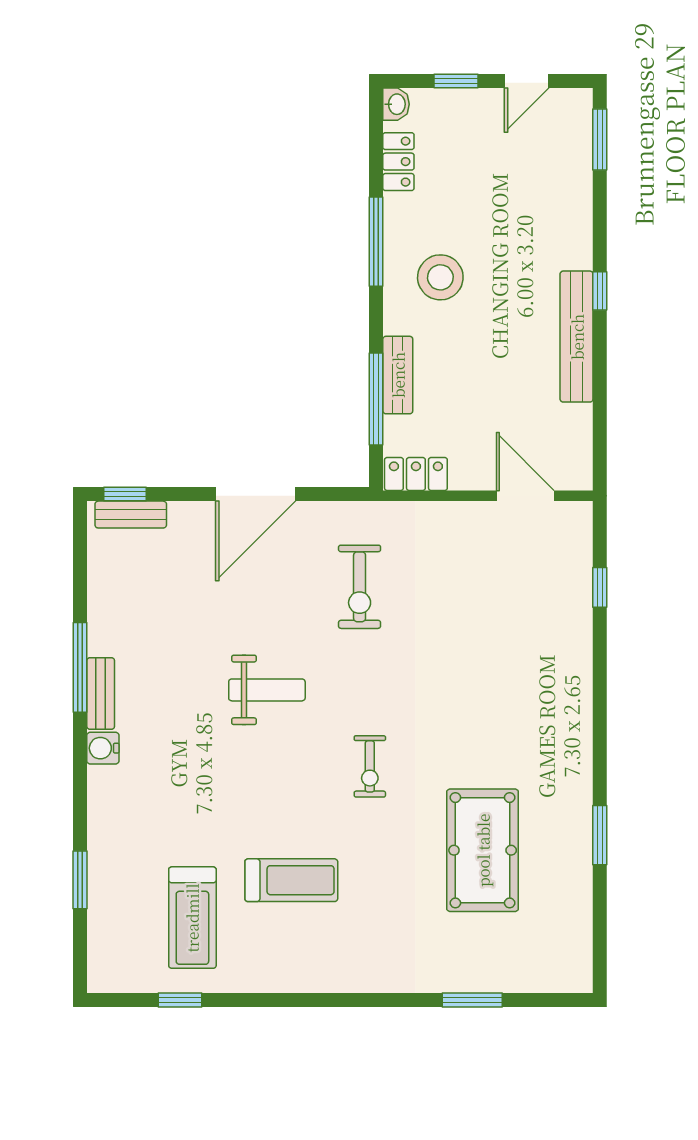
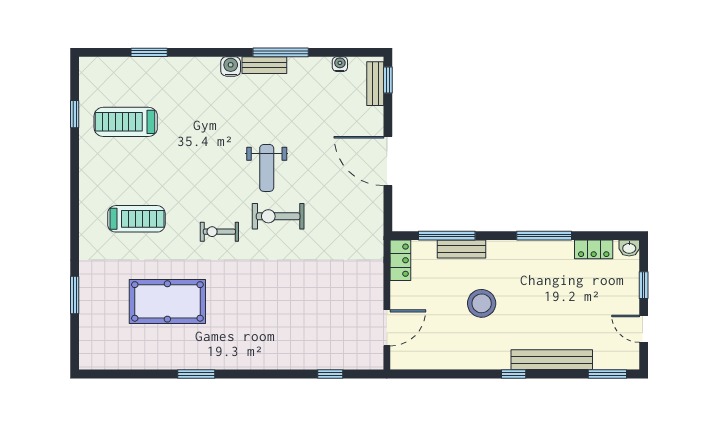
stool: (440, 277) -> (482, 303), moved
bench: (577, 337) -> (552, 360), moved
water cooler: (99, 572) -> (340, 64), added
exercise bike: (360, 587) -> (278, 216), moved
window: (600, 835) -> (196, 374), moved
treadmill: (291, 880) -> (136, 219), moved, turned -90

